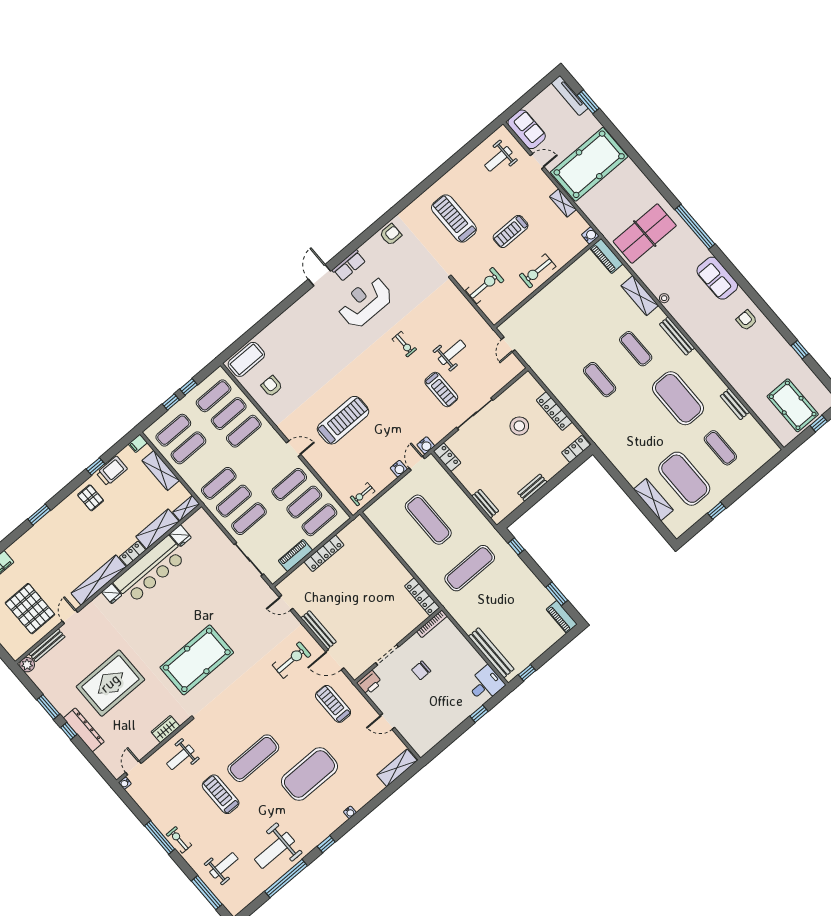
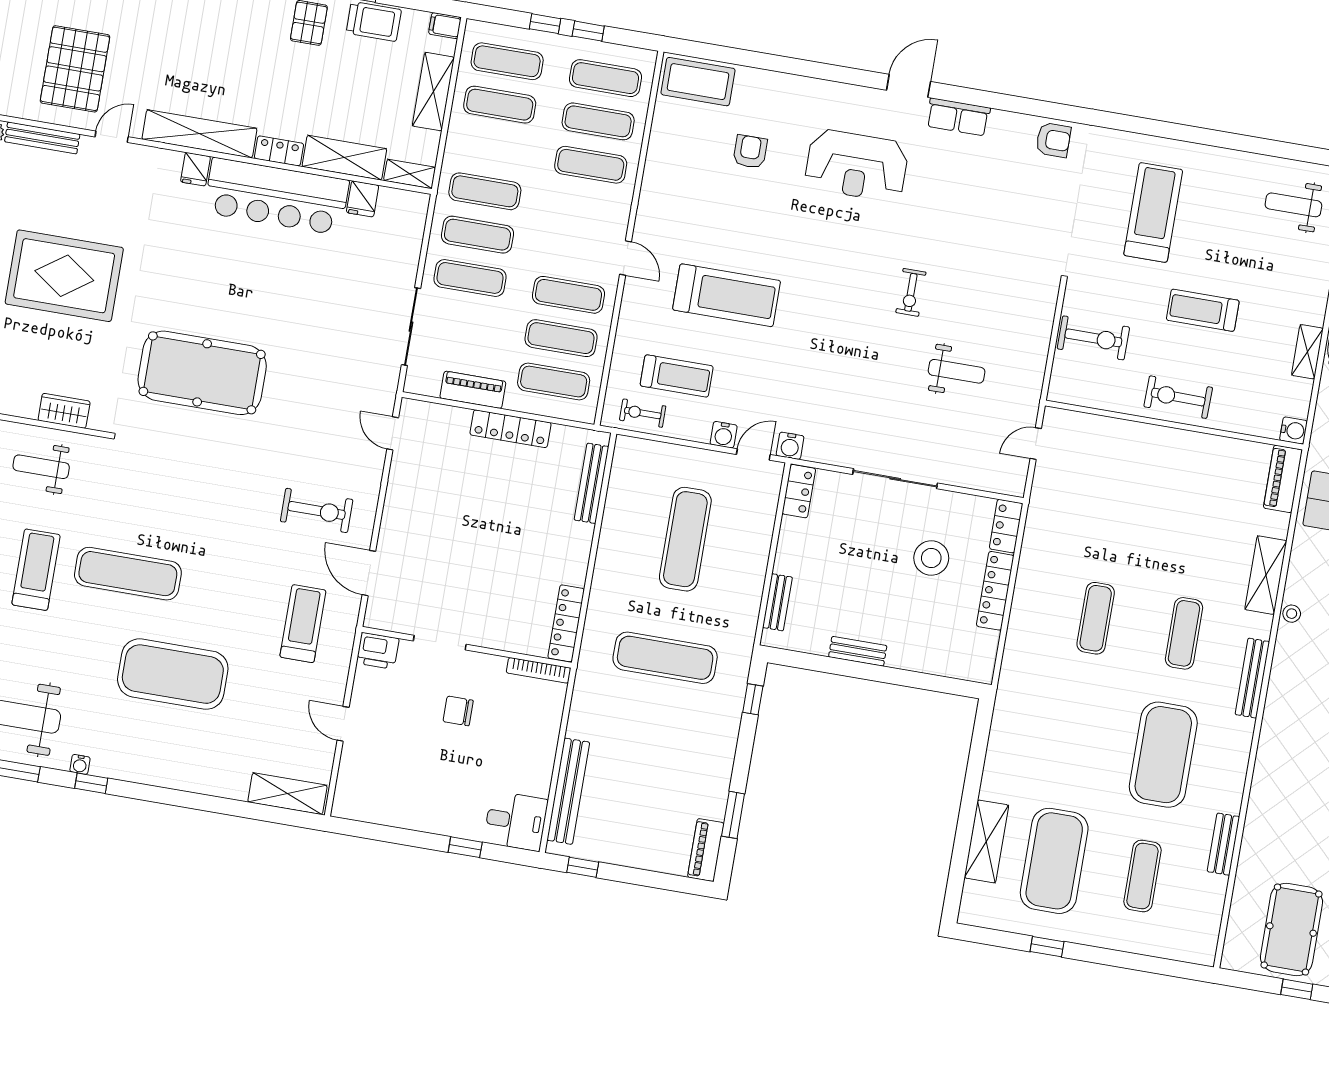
reception desk: (365, 302) -> (857, 165), moved, turned 180
armchair: (272, 386) -> (750, 152), moved
treadmill: (441, 390) -> (677, 376), moved, turned -90
locker: (576, 449) -> (1006, 526), moved, turned -90
bench: (319, 630) -> (591, 483), moved
water cooler: (350, 812) -> (80, 764), moved

